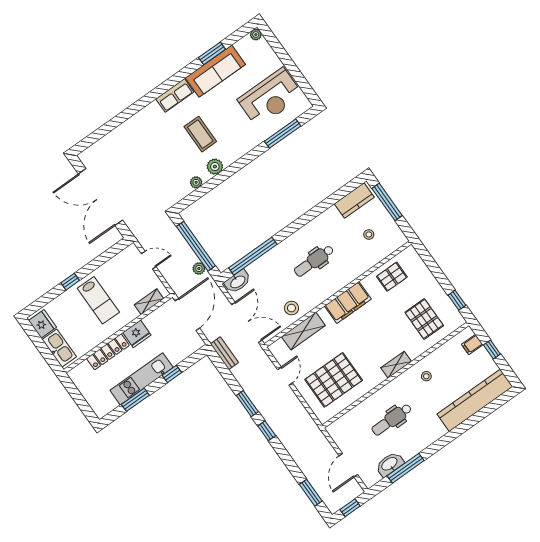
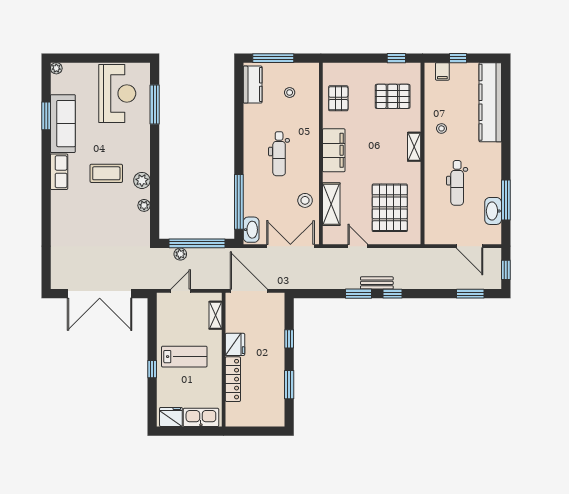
plant: (199, 268) -> (180, 254), moved
bench: (224, 353) -> (377, 283), moved
kitchen unit: (142, 379) -> (275, 367), removed

